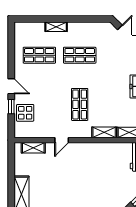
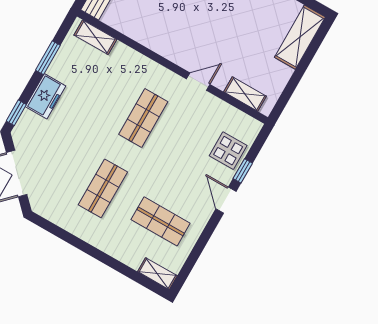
shelving: (56, 27) -> (157, 274), moved
shop shelf: (80, 55) -> (103, 188), turned 90
shelving: (104, 132) -> (131, 58), removed

